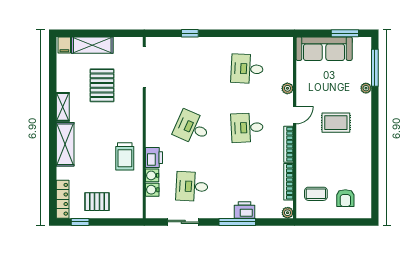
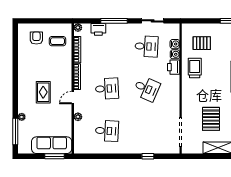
window: (345, 33) -> (54, 156), moved
rug: (336, 123) -> (43, 92), turned 90
pallet: (97, 202) -> (202, 43), moved
printer: (245, 210) -> (98, 29), moved

